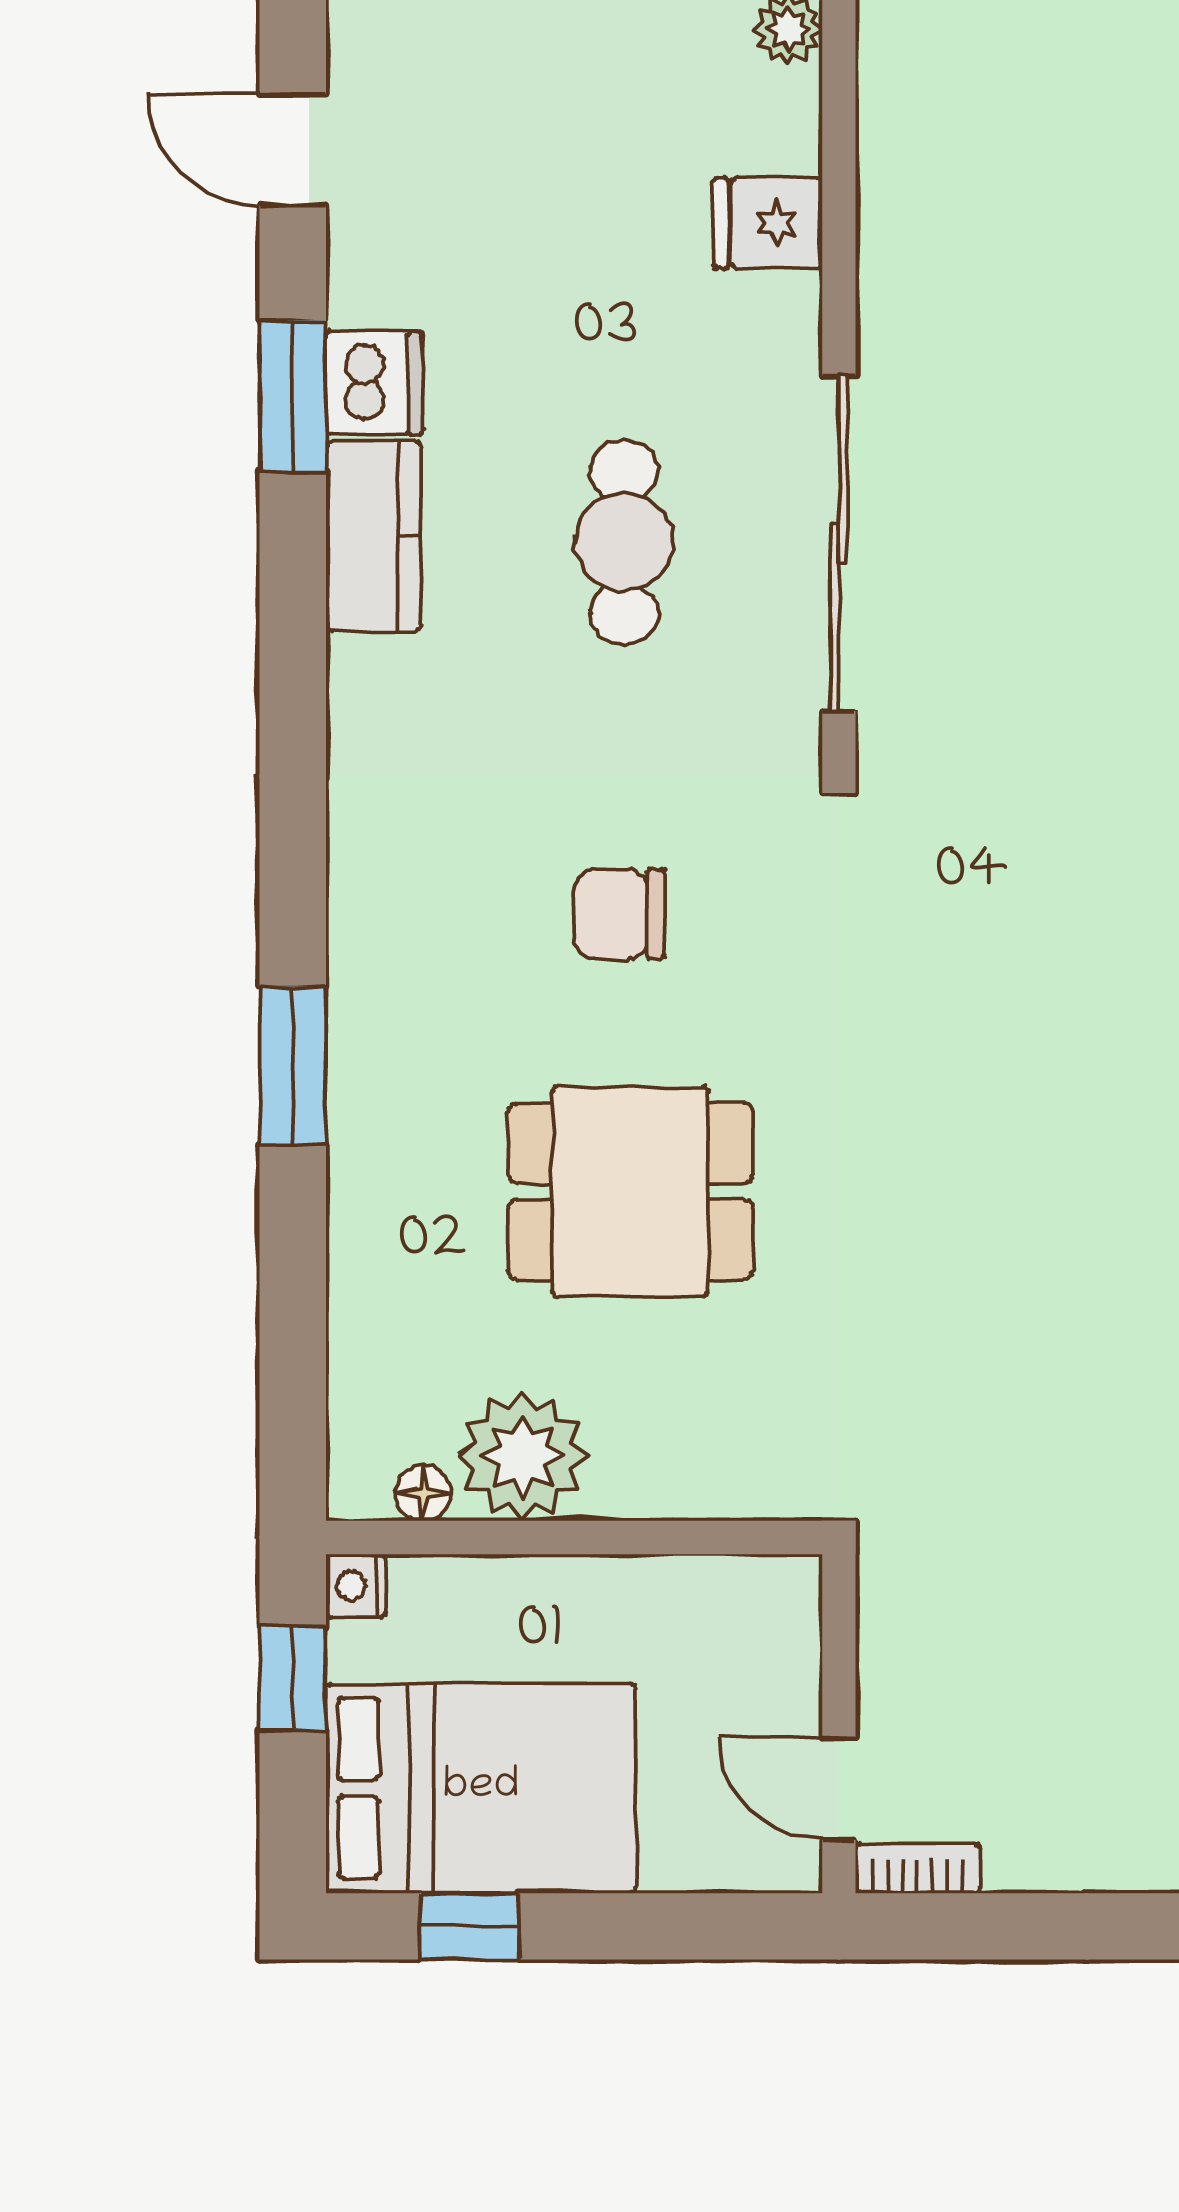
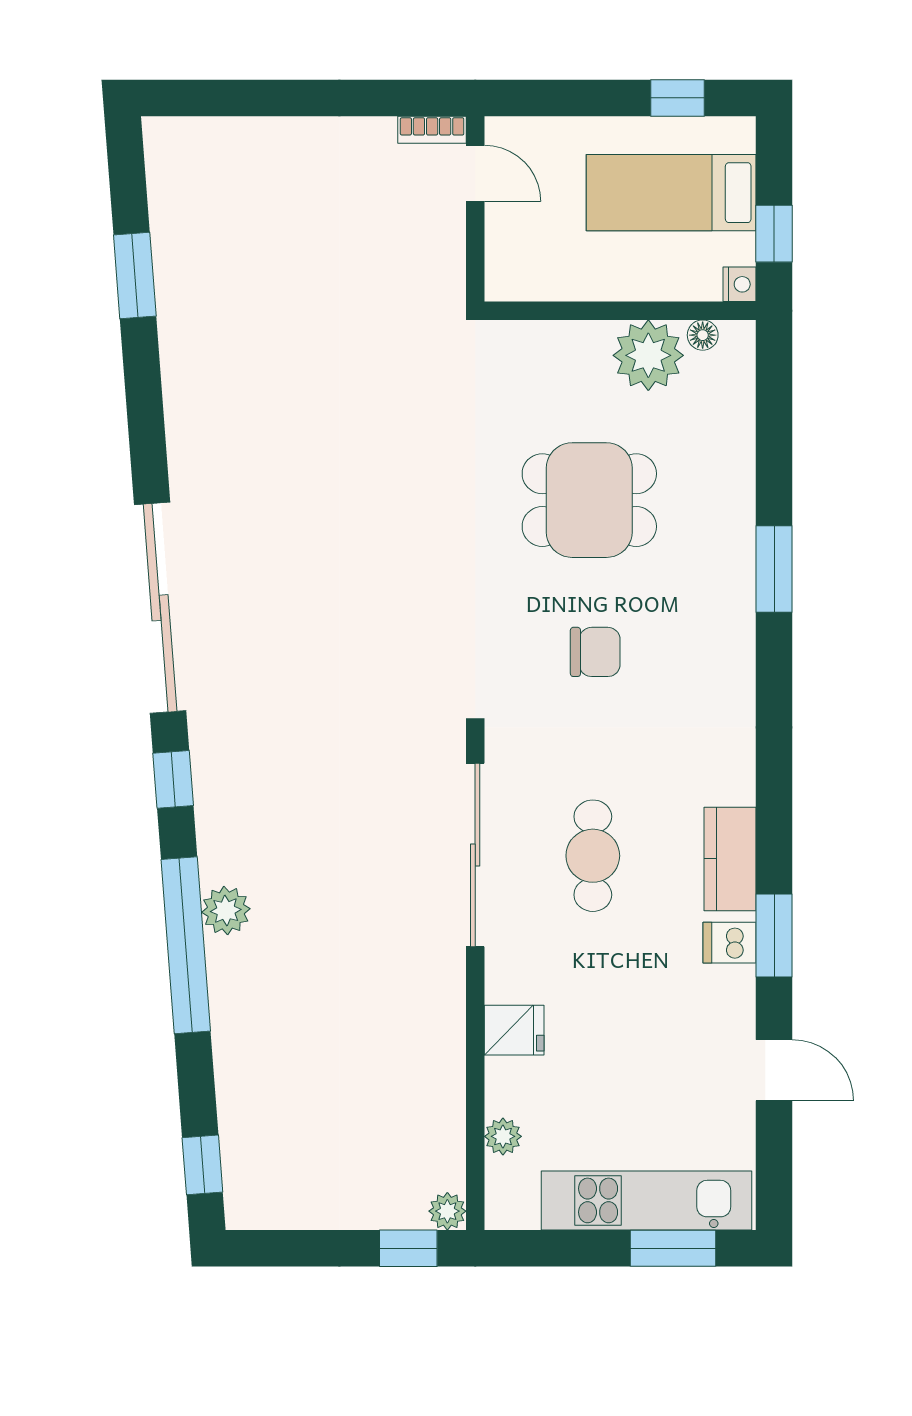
dishwasher: (374, 383) -> (730, 943), width x0.73
bed: (481, 1788) -> (671, 193), width x0.67

